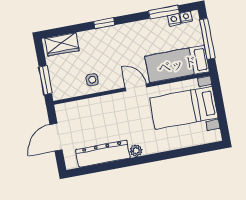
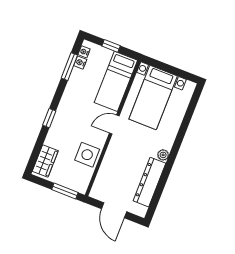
window: (207, 39) -> (111, 46), width x0.46
side table: (92, 80) -> (87, 155), width x1.87, depth x1.87

